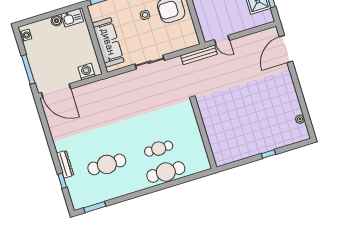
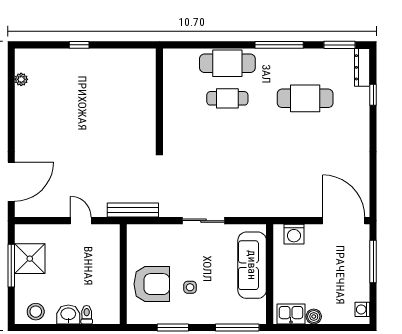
door: (222, 40) -> (81, 221), moved
dresser: (65, 164) -> (362, 67), moved
window: (135, 195) -> (279, 45), added

